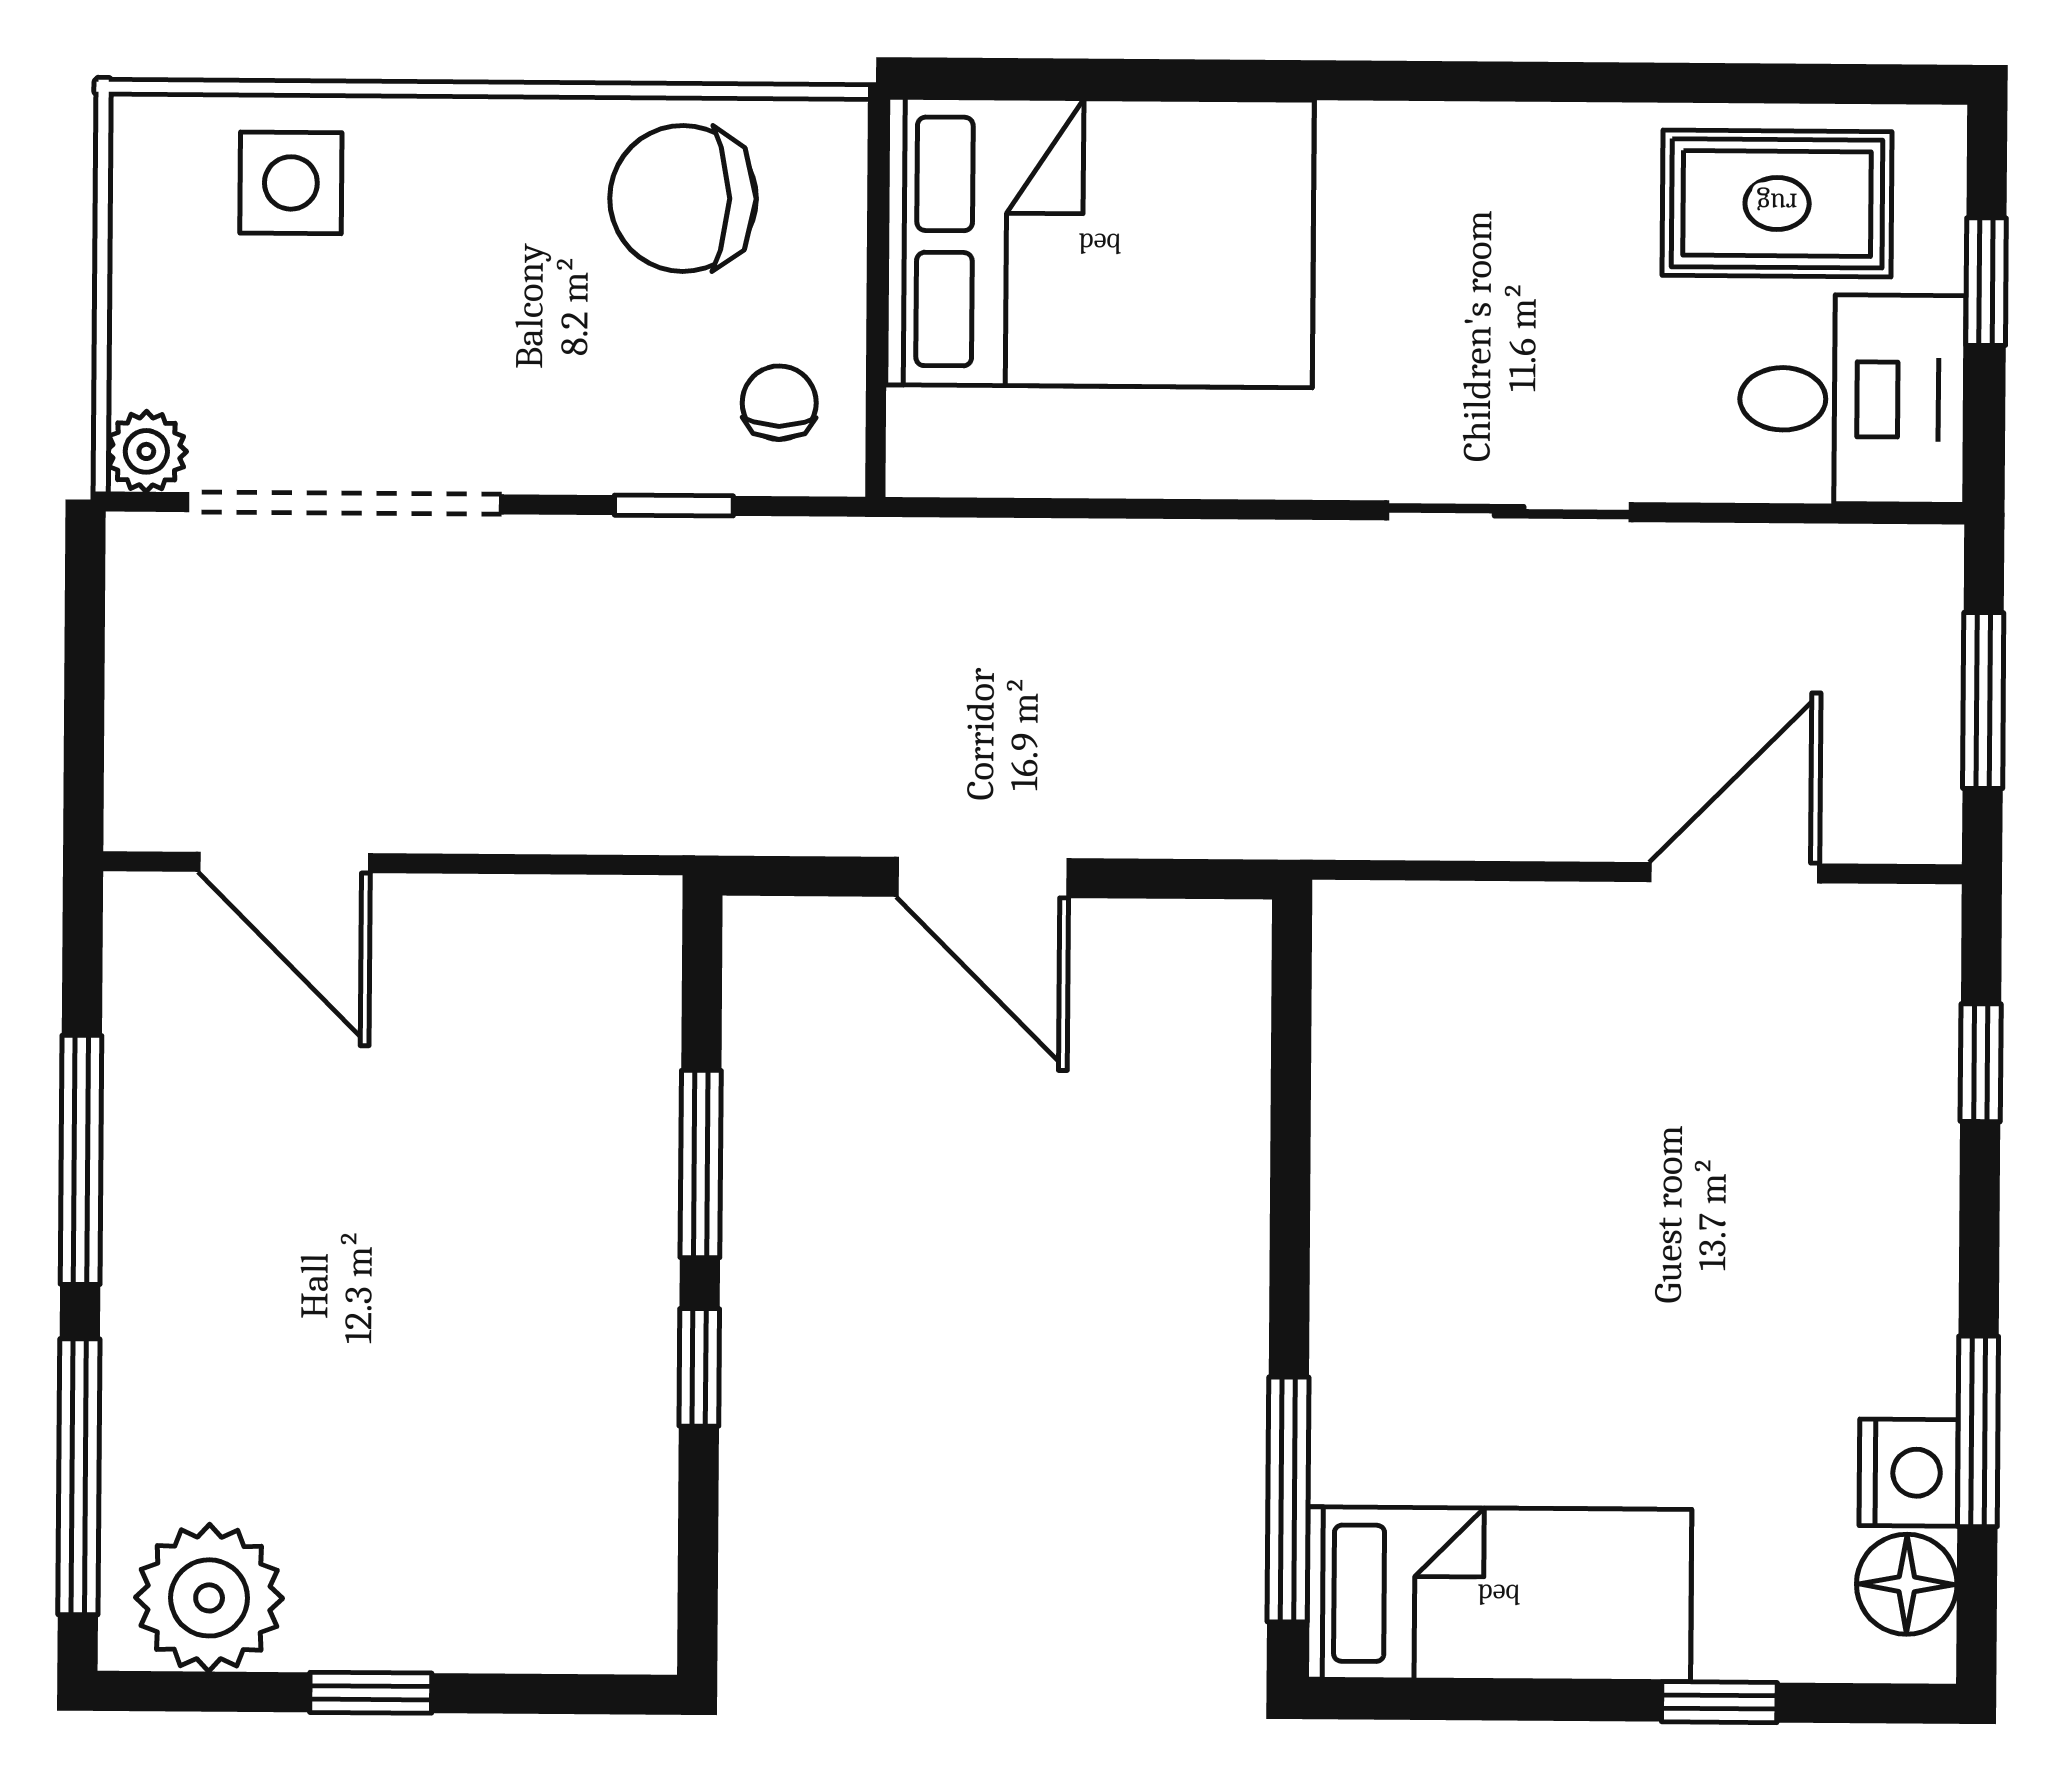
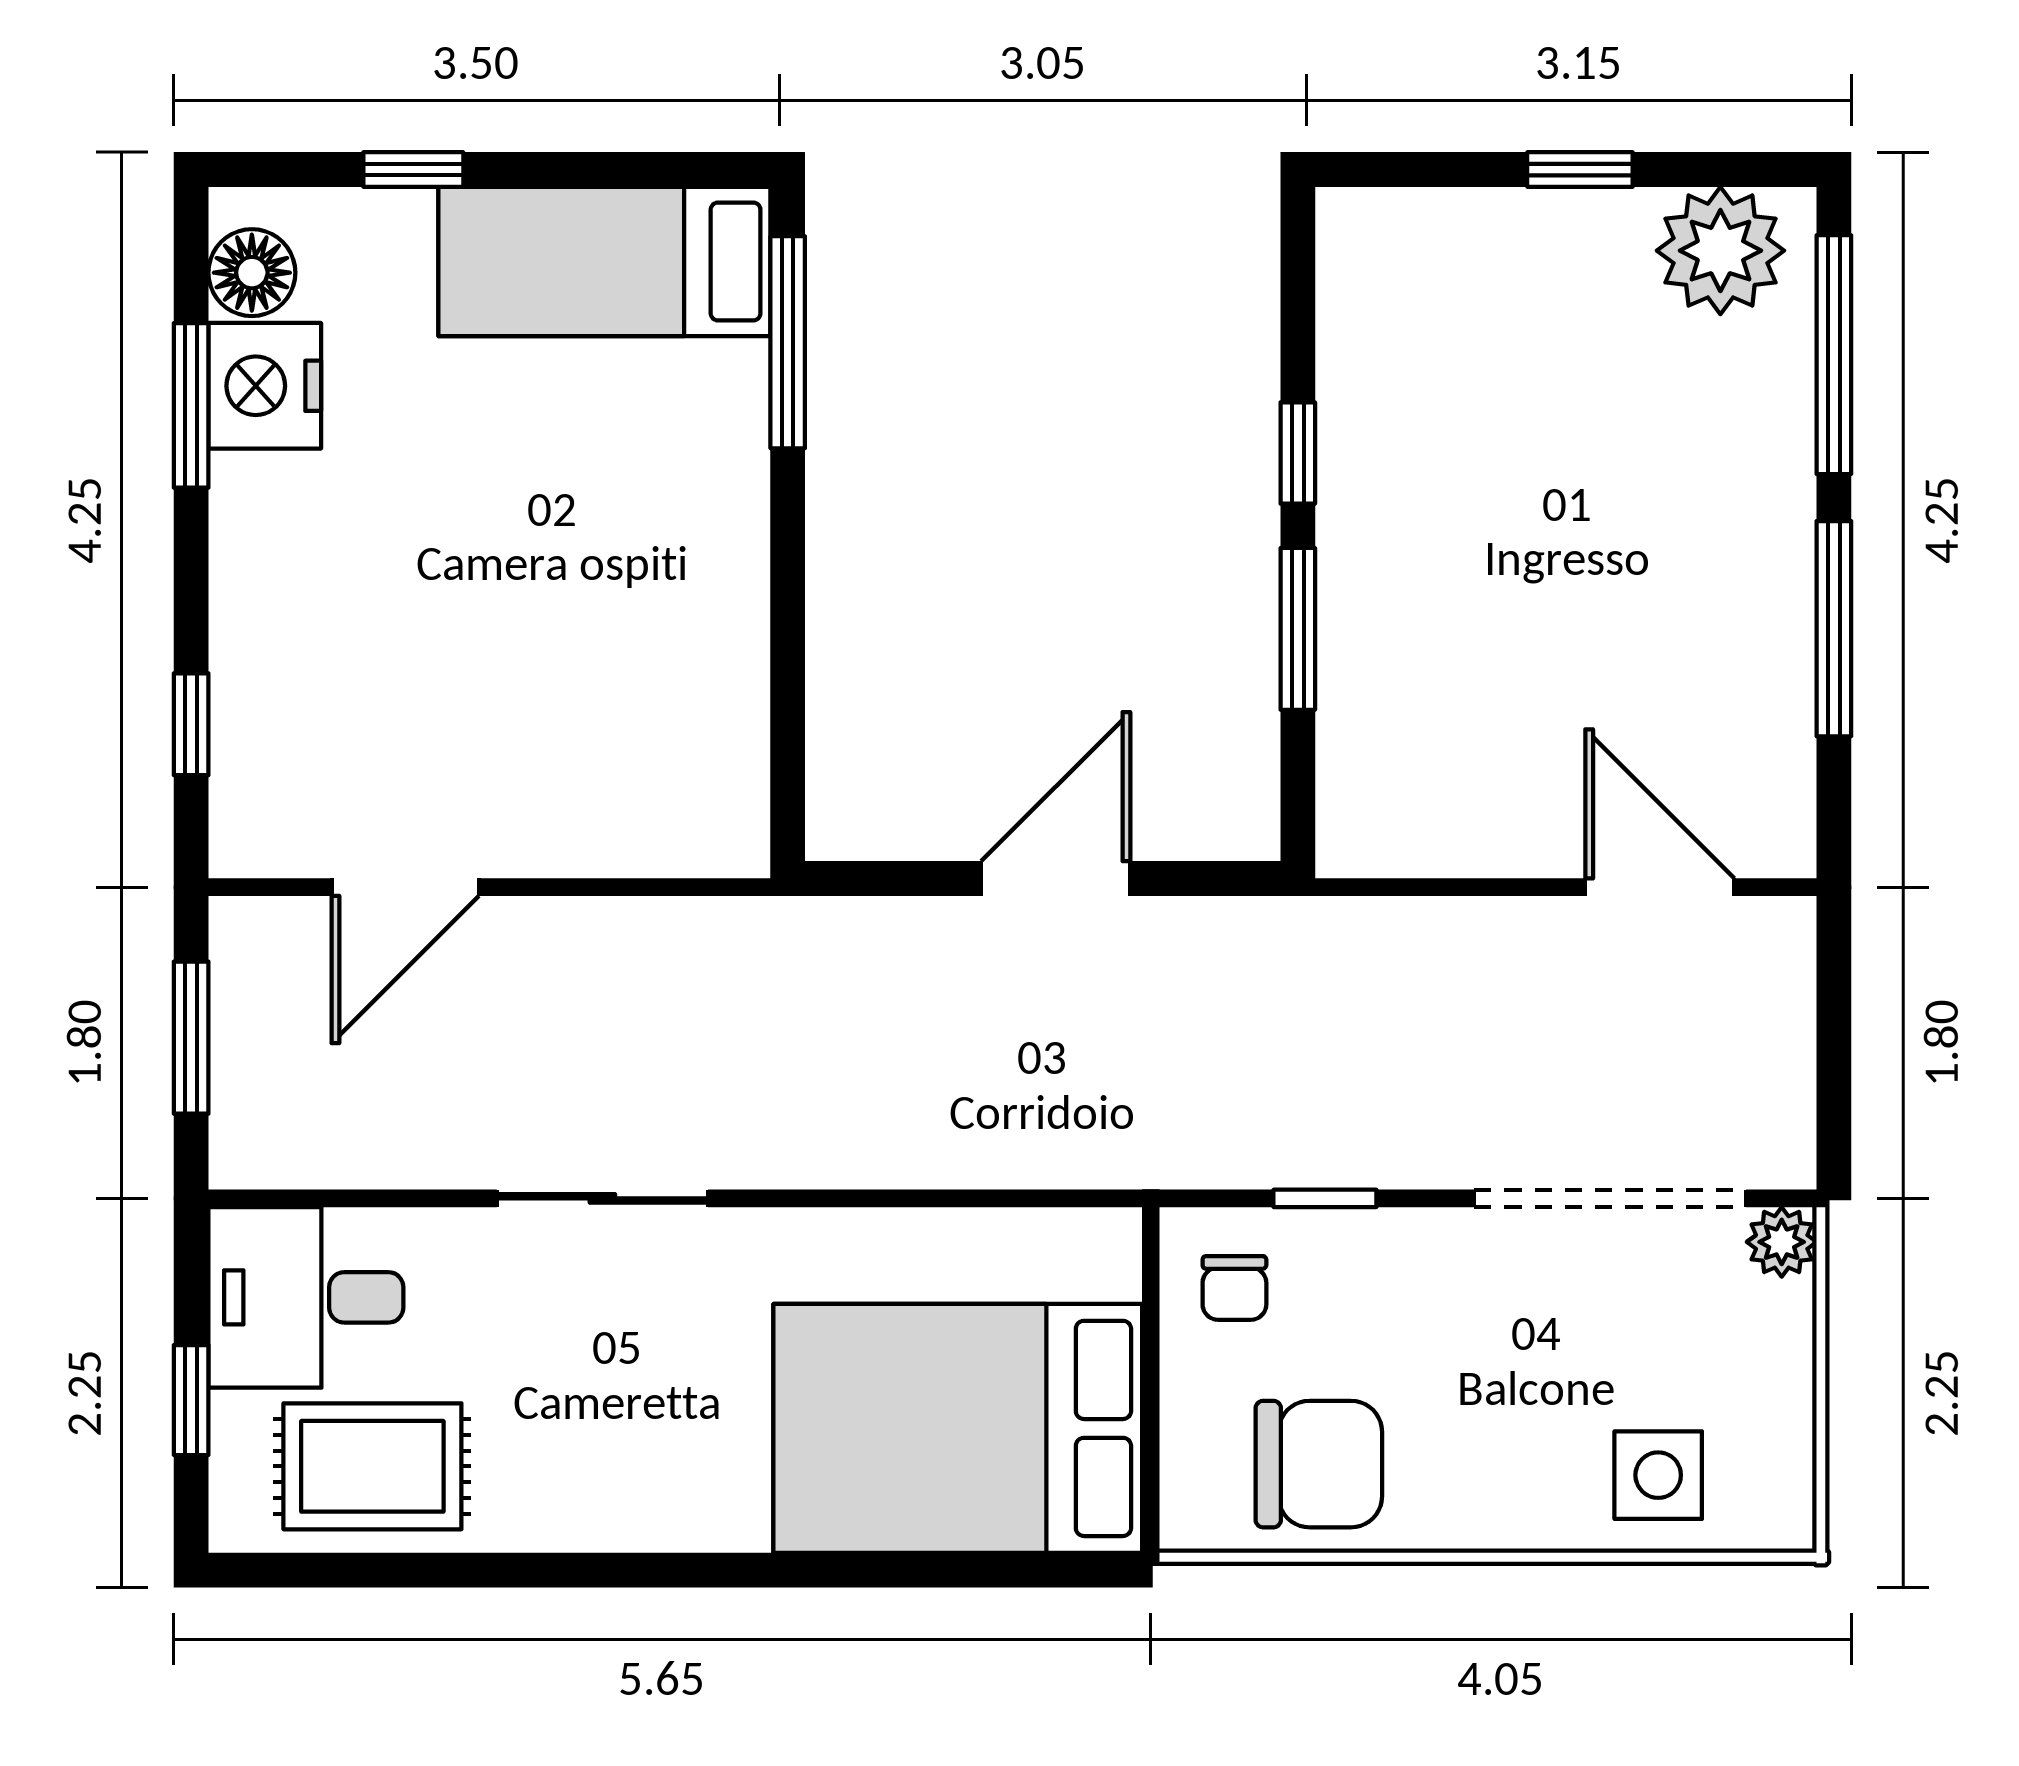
door: (982, 877) -> (1056, 878), hinge flipped
nightstand: (1909, 1473) -> (265, 386), width x1.36, depth x1.33

